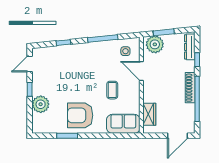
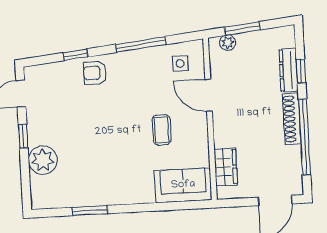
plant: (155, 44) -> (228, 43), width x0.53, depth x0.53
dresser: (190, 47) -> (288, 70), moved
armchair: (80, 115) -> (95, 73), moved, width x0.53, depth x0.53

